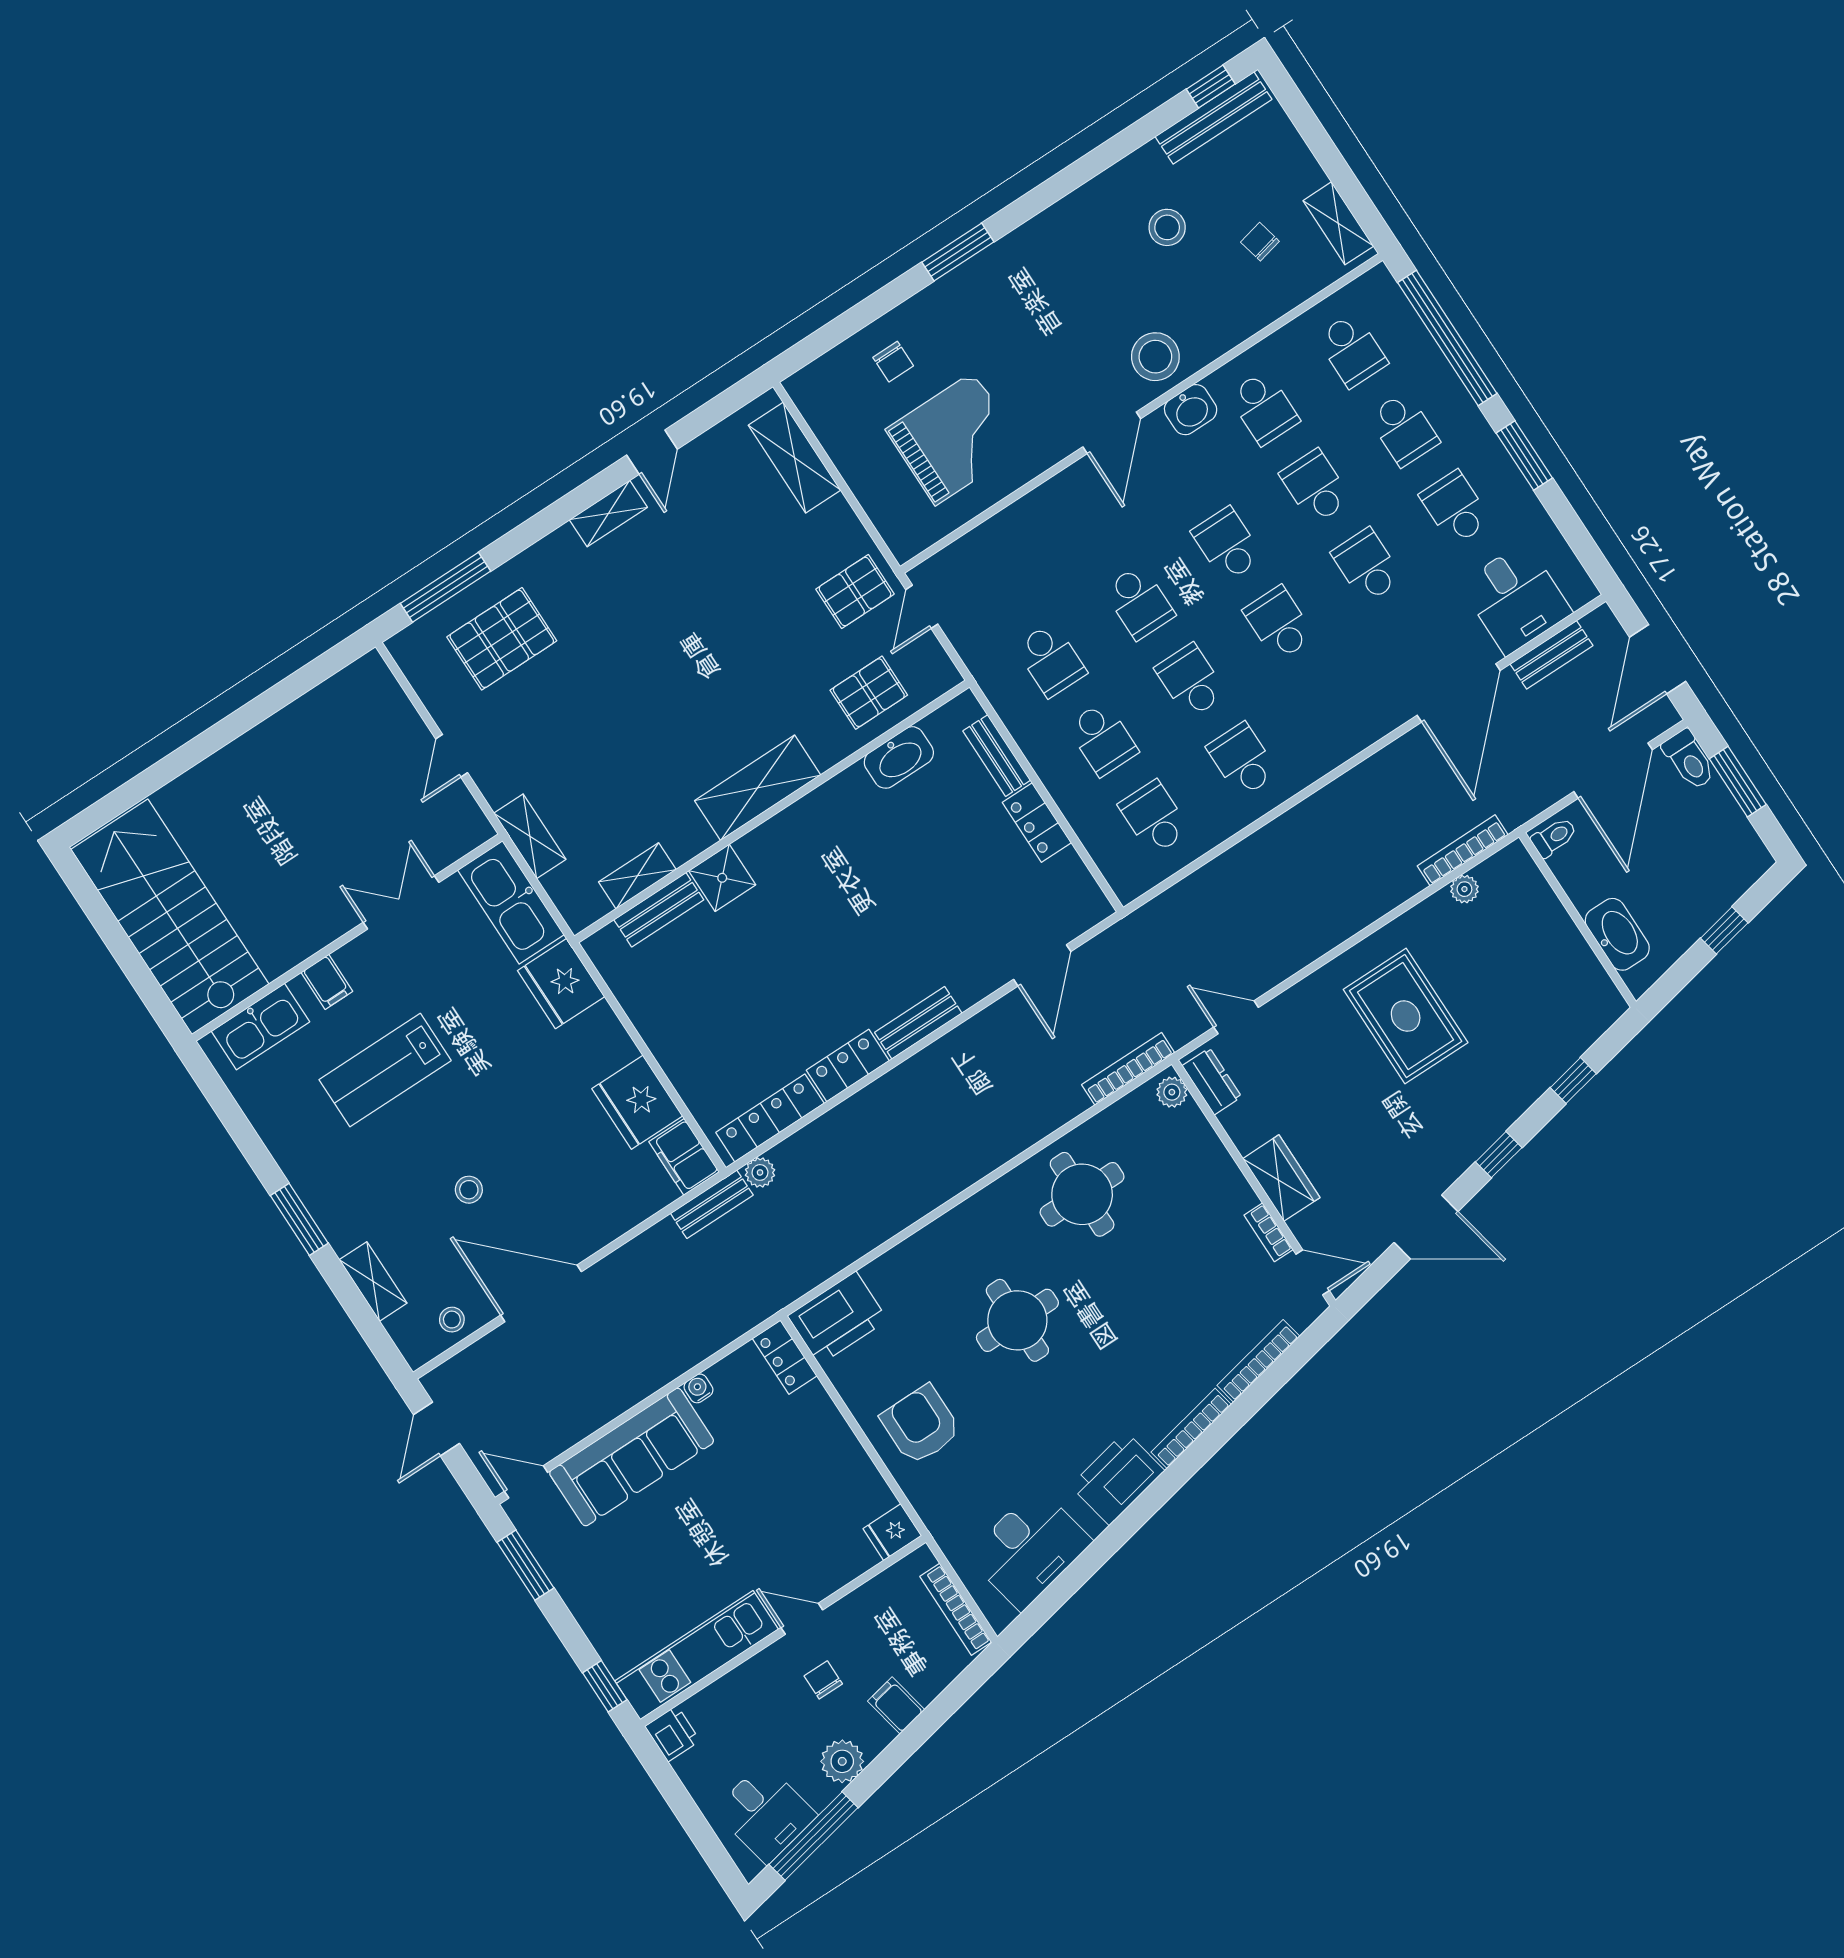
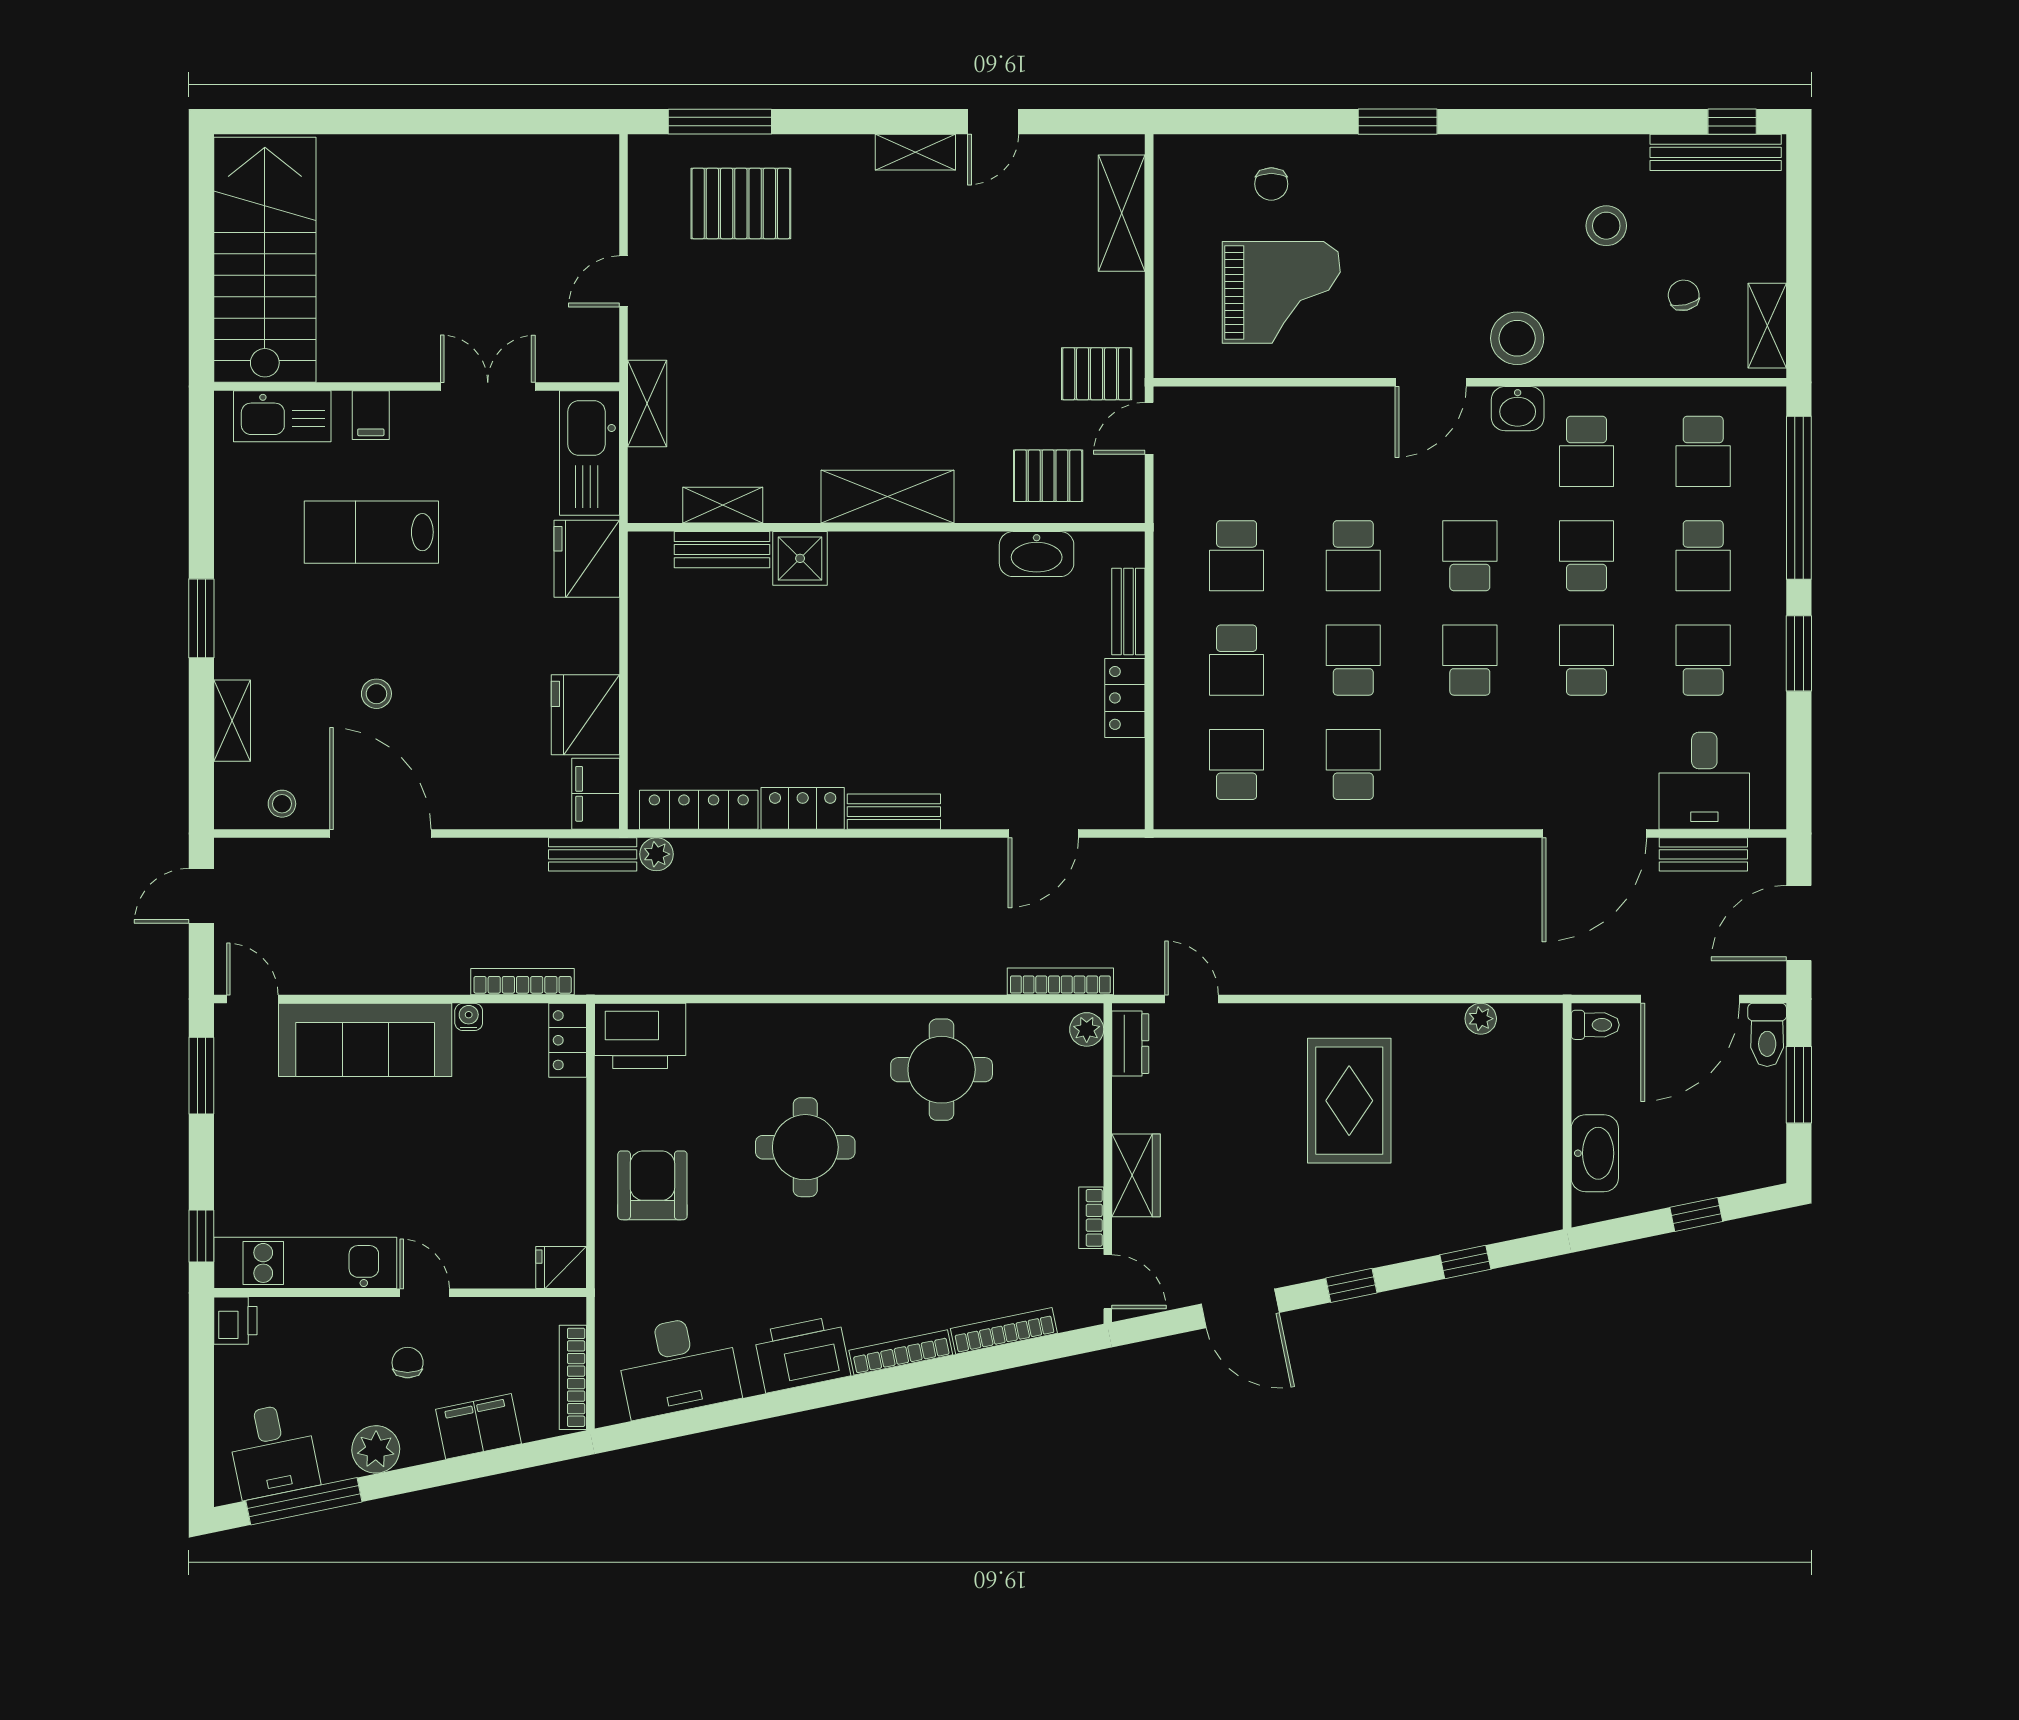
bookcase: (1463, 850) -> (523, 982), moved
filing cabinet: (896, 1705) -> (478, 1426), width x2.00

